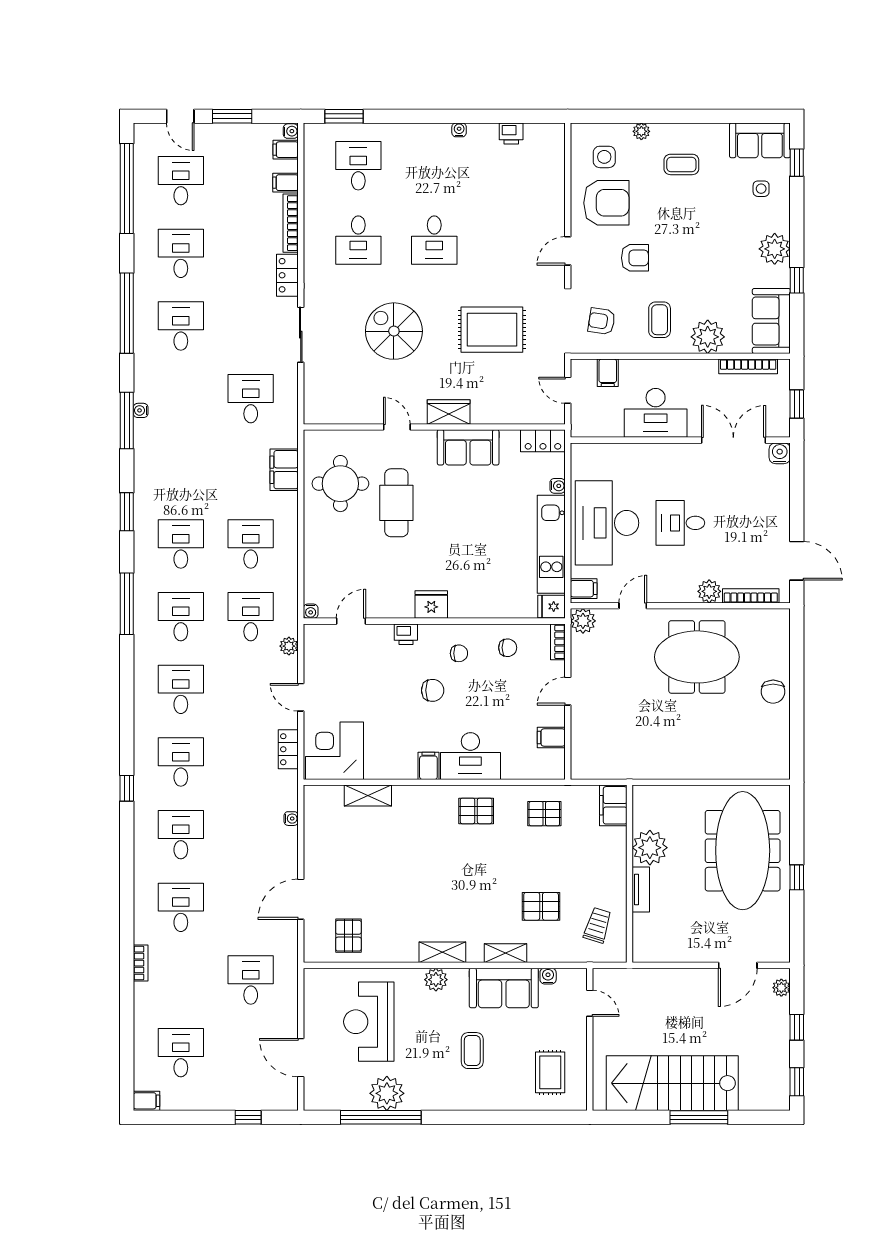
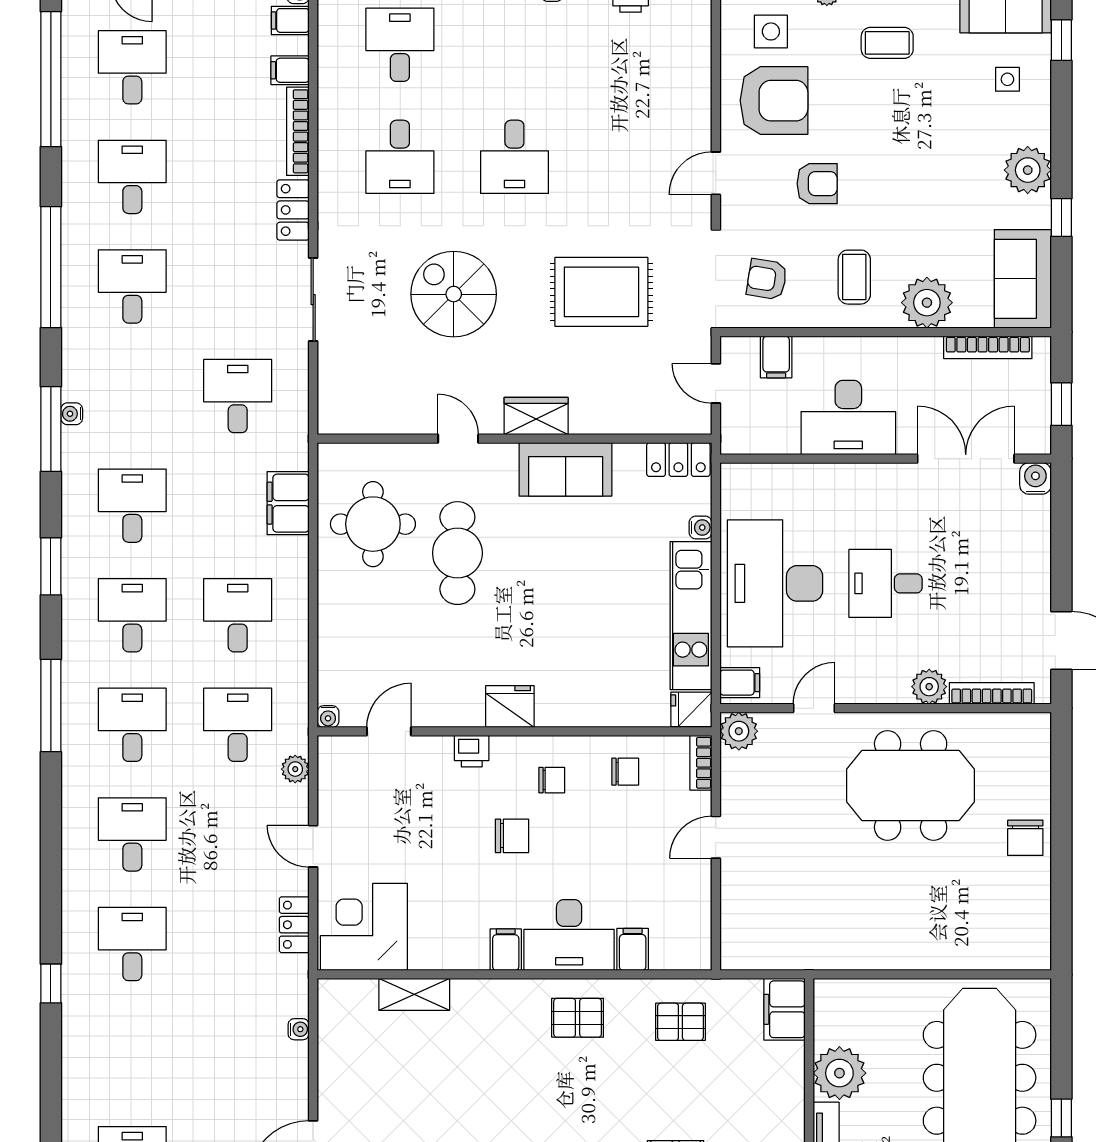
filing cabinet: (551, 738) -> (633, 949), moved, turned 90
desk: (181, 835) -> (132, 506), moved

